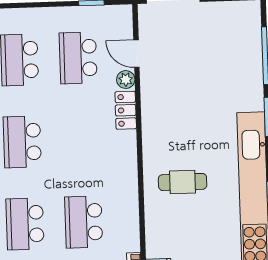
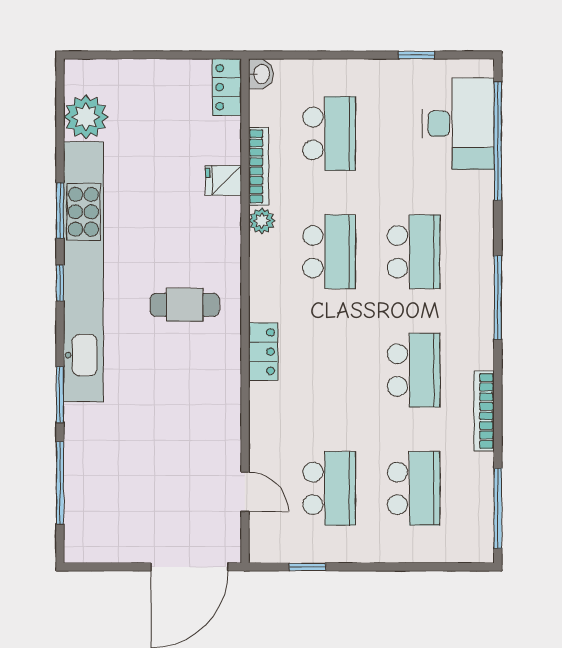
plant: (126, 80) -> (262, 221), moved
locker: (126, 110) -> (263, 352), moved

